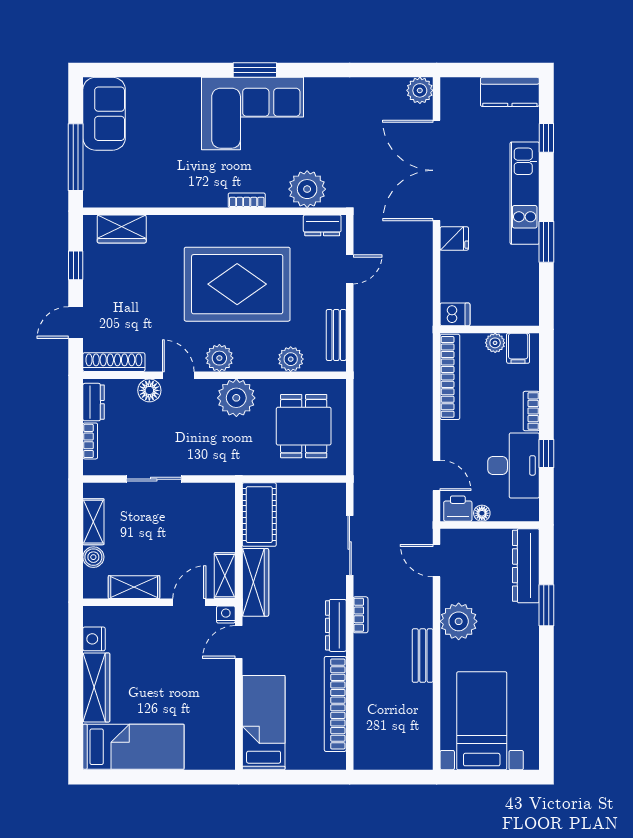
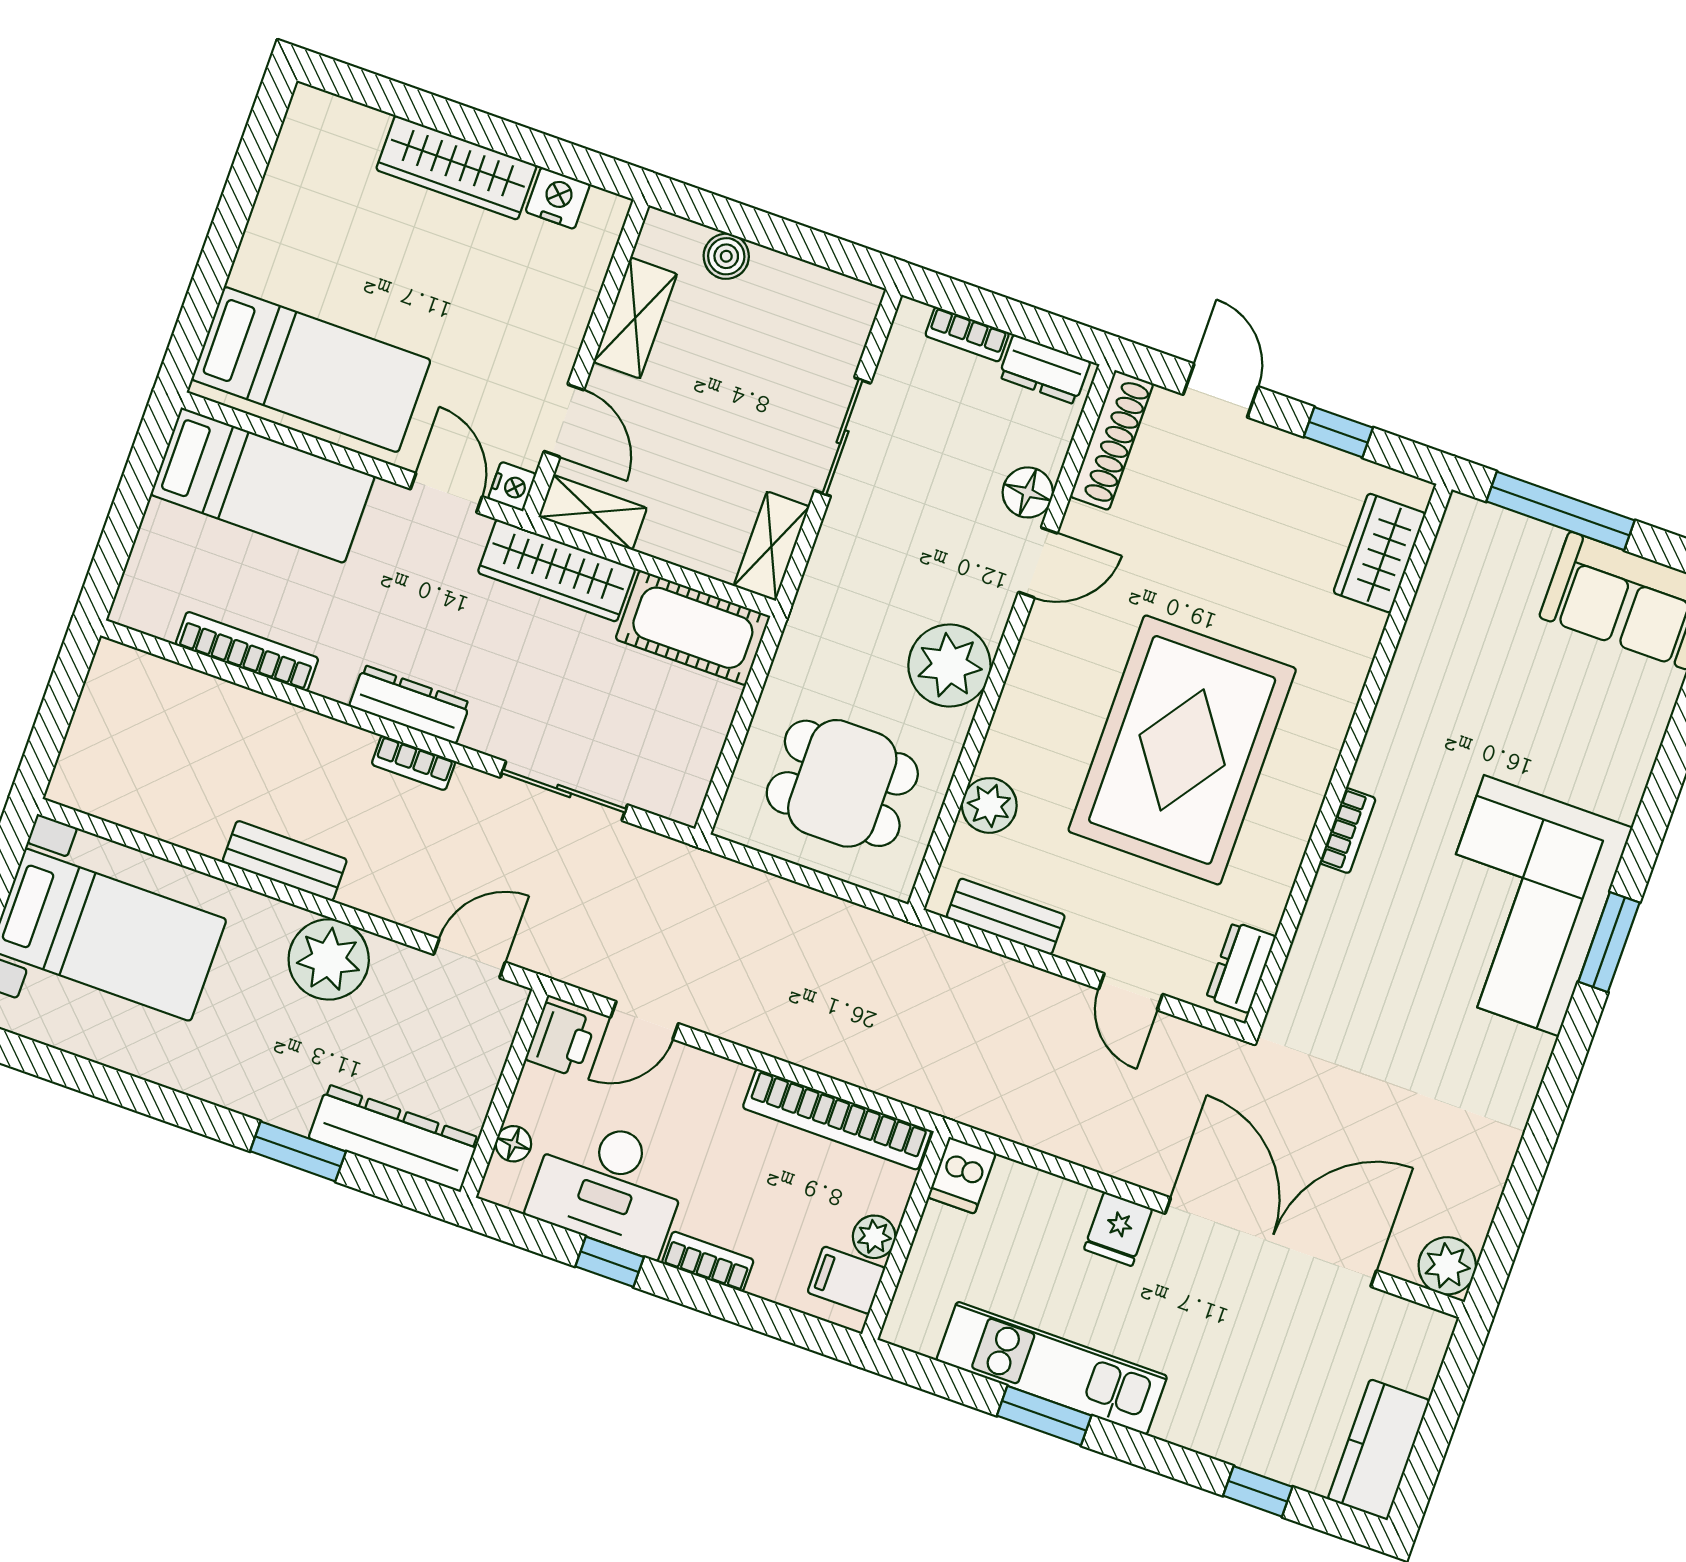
plant: (307, 189) -> (1327, 963), removed
kitchen unit: (525, 193) -> (1052, 1368), moved
plant: (219, 358) -> (1043, 660), removed
floor lamp: (482, 513) -> (513, 1144), moved
shelving: (93, 522) -> (771, 546), moved, turned 90
bookcase: (335, 704) -> (247, 651), width x0.68, depth x0.76
bed: (133, 747) -> (311, 370), moved, turned -90

